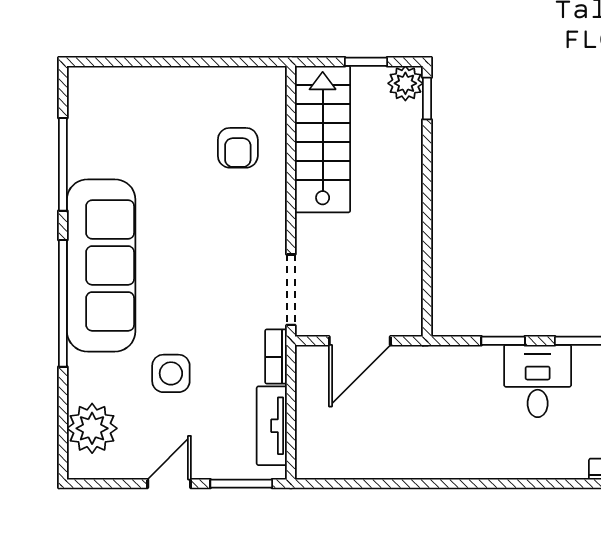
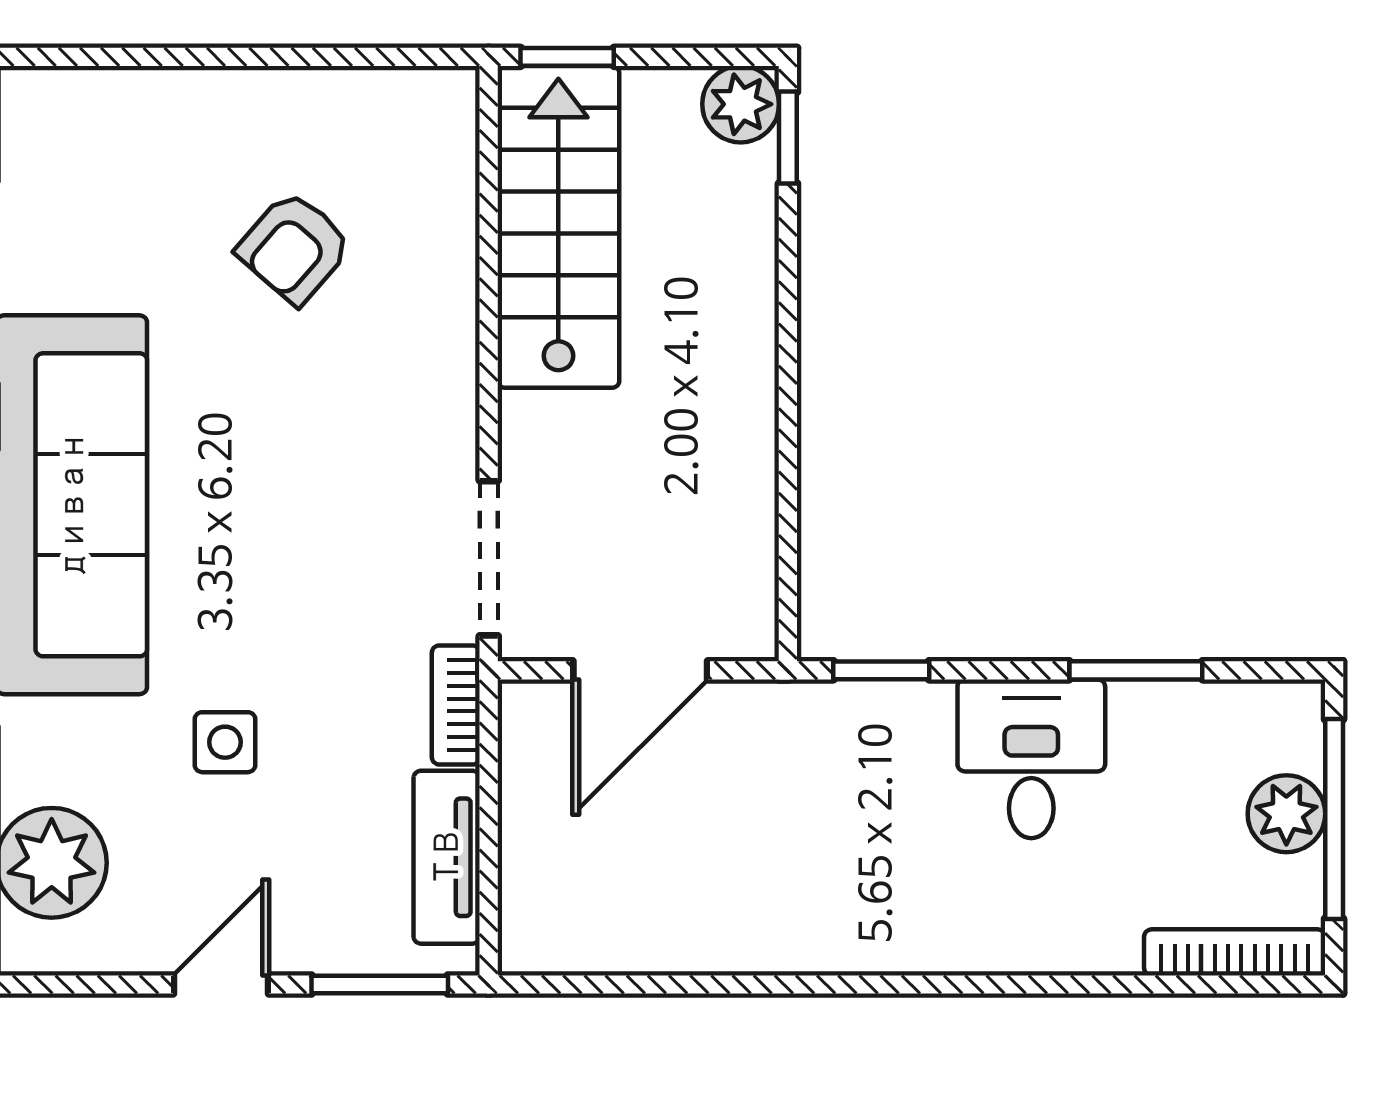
window: (366, 62) -> (567, 57), moved
armchair: (238, 148) -> (294, 248), moved, turned 41
window: (503, 341) -> (881, 670), moved
side table: (171, 373) -> (225, 742), width x0.73, depth x0.73

